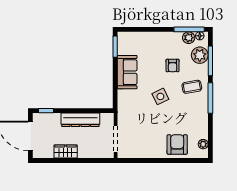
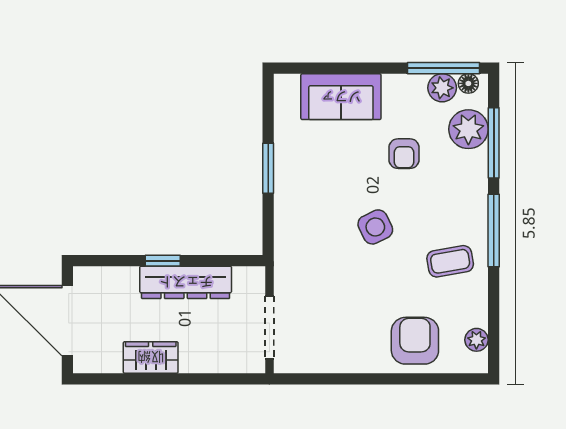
window: (115, 47) -> (268, 168), moved
sofa: (127, 72) -> (341, 97), moved, turned 90
coffee table: (192, 87) -> (450, 261), moved
window: (46, 111) -> (163, 261), moved

